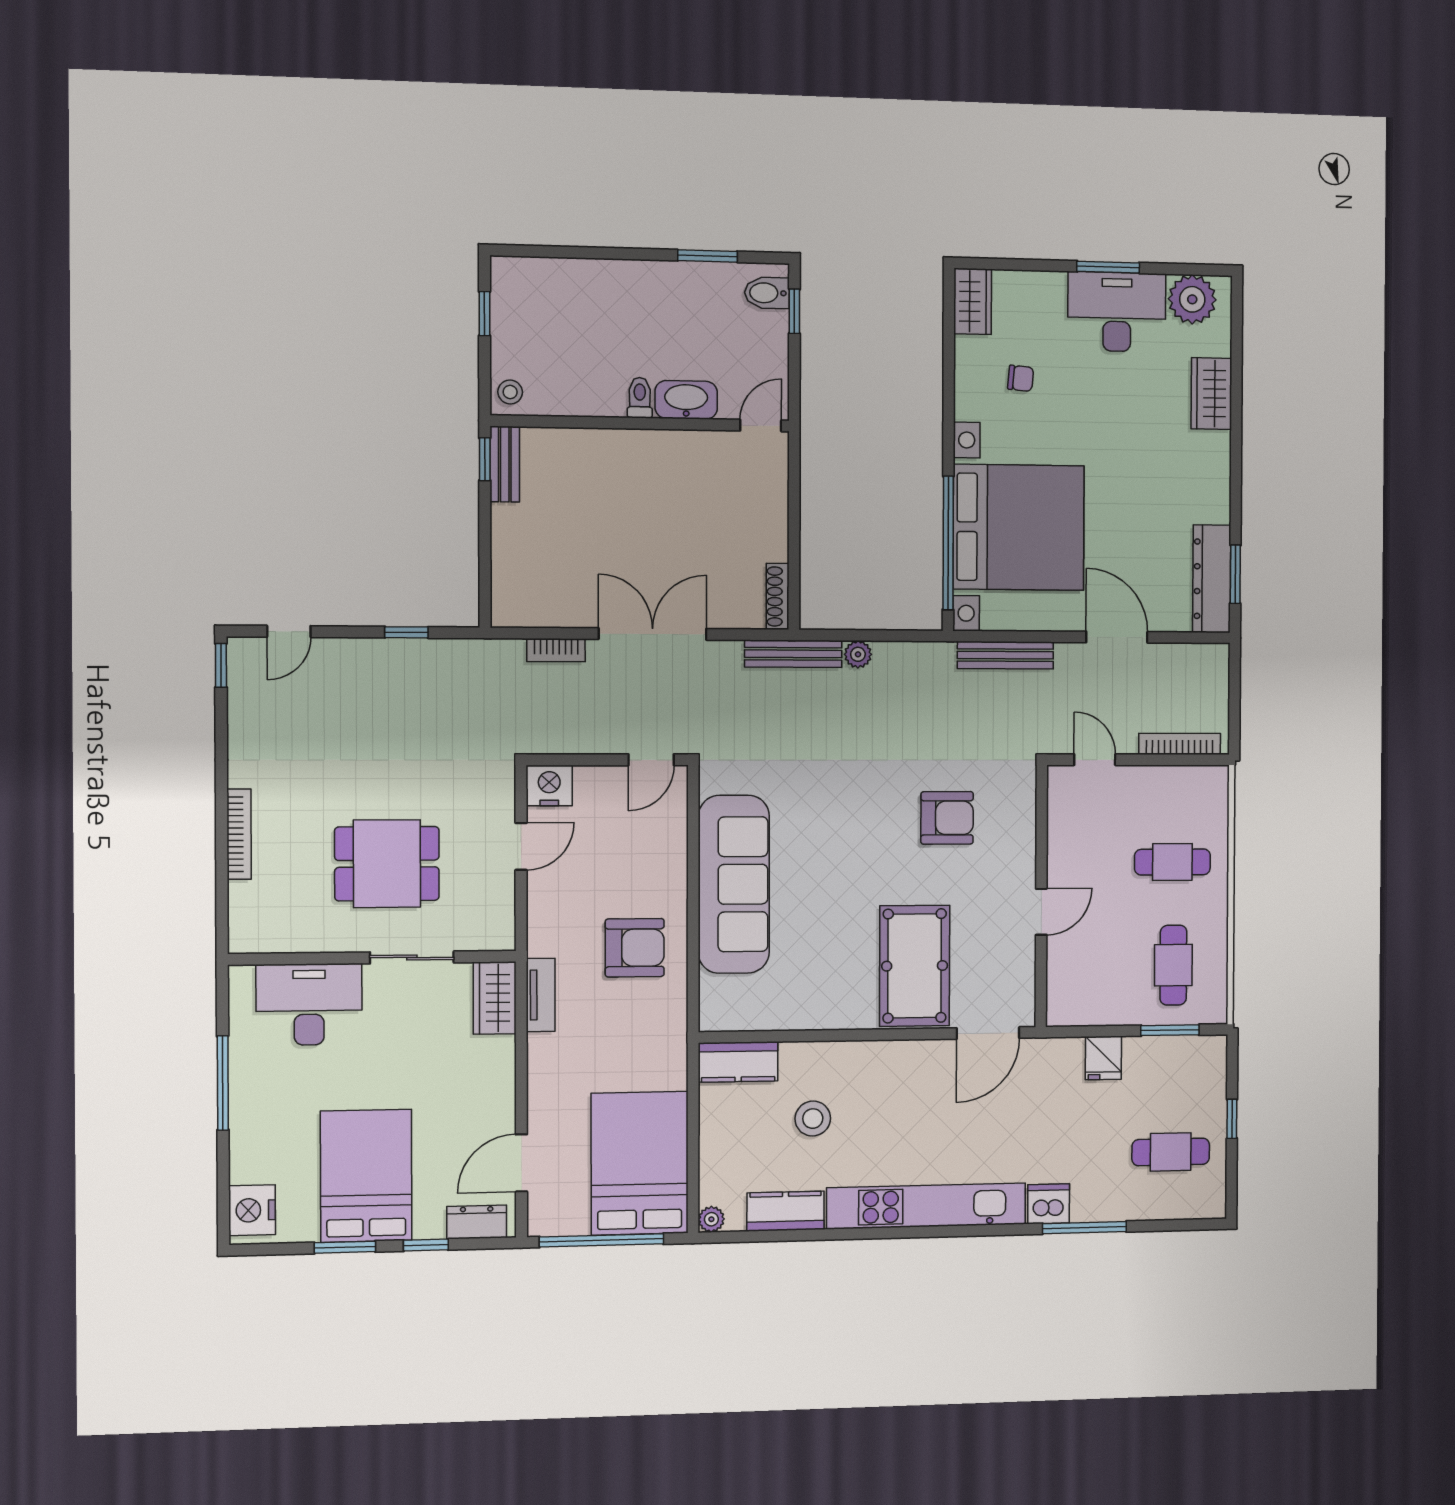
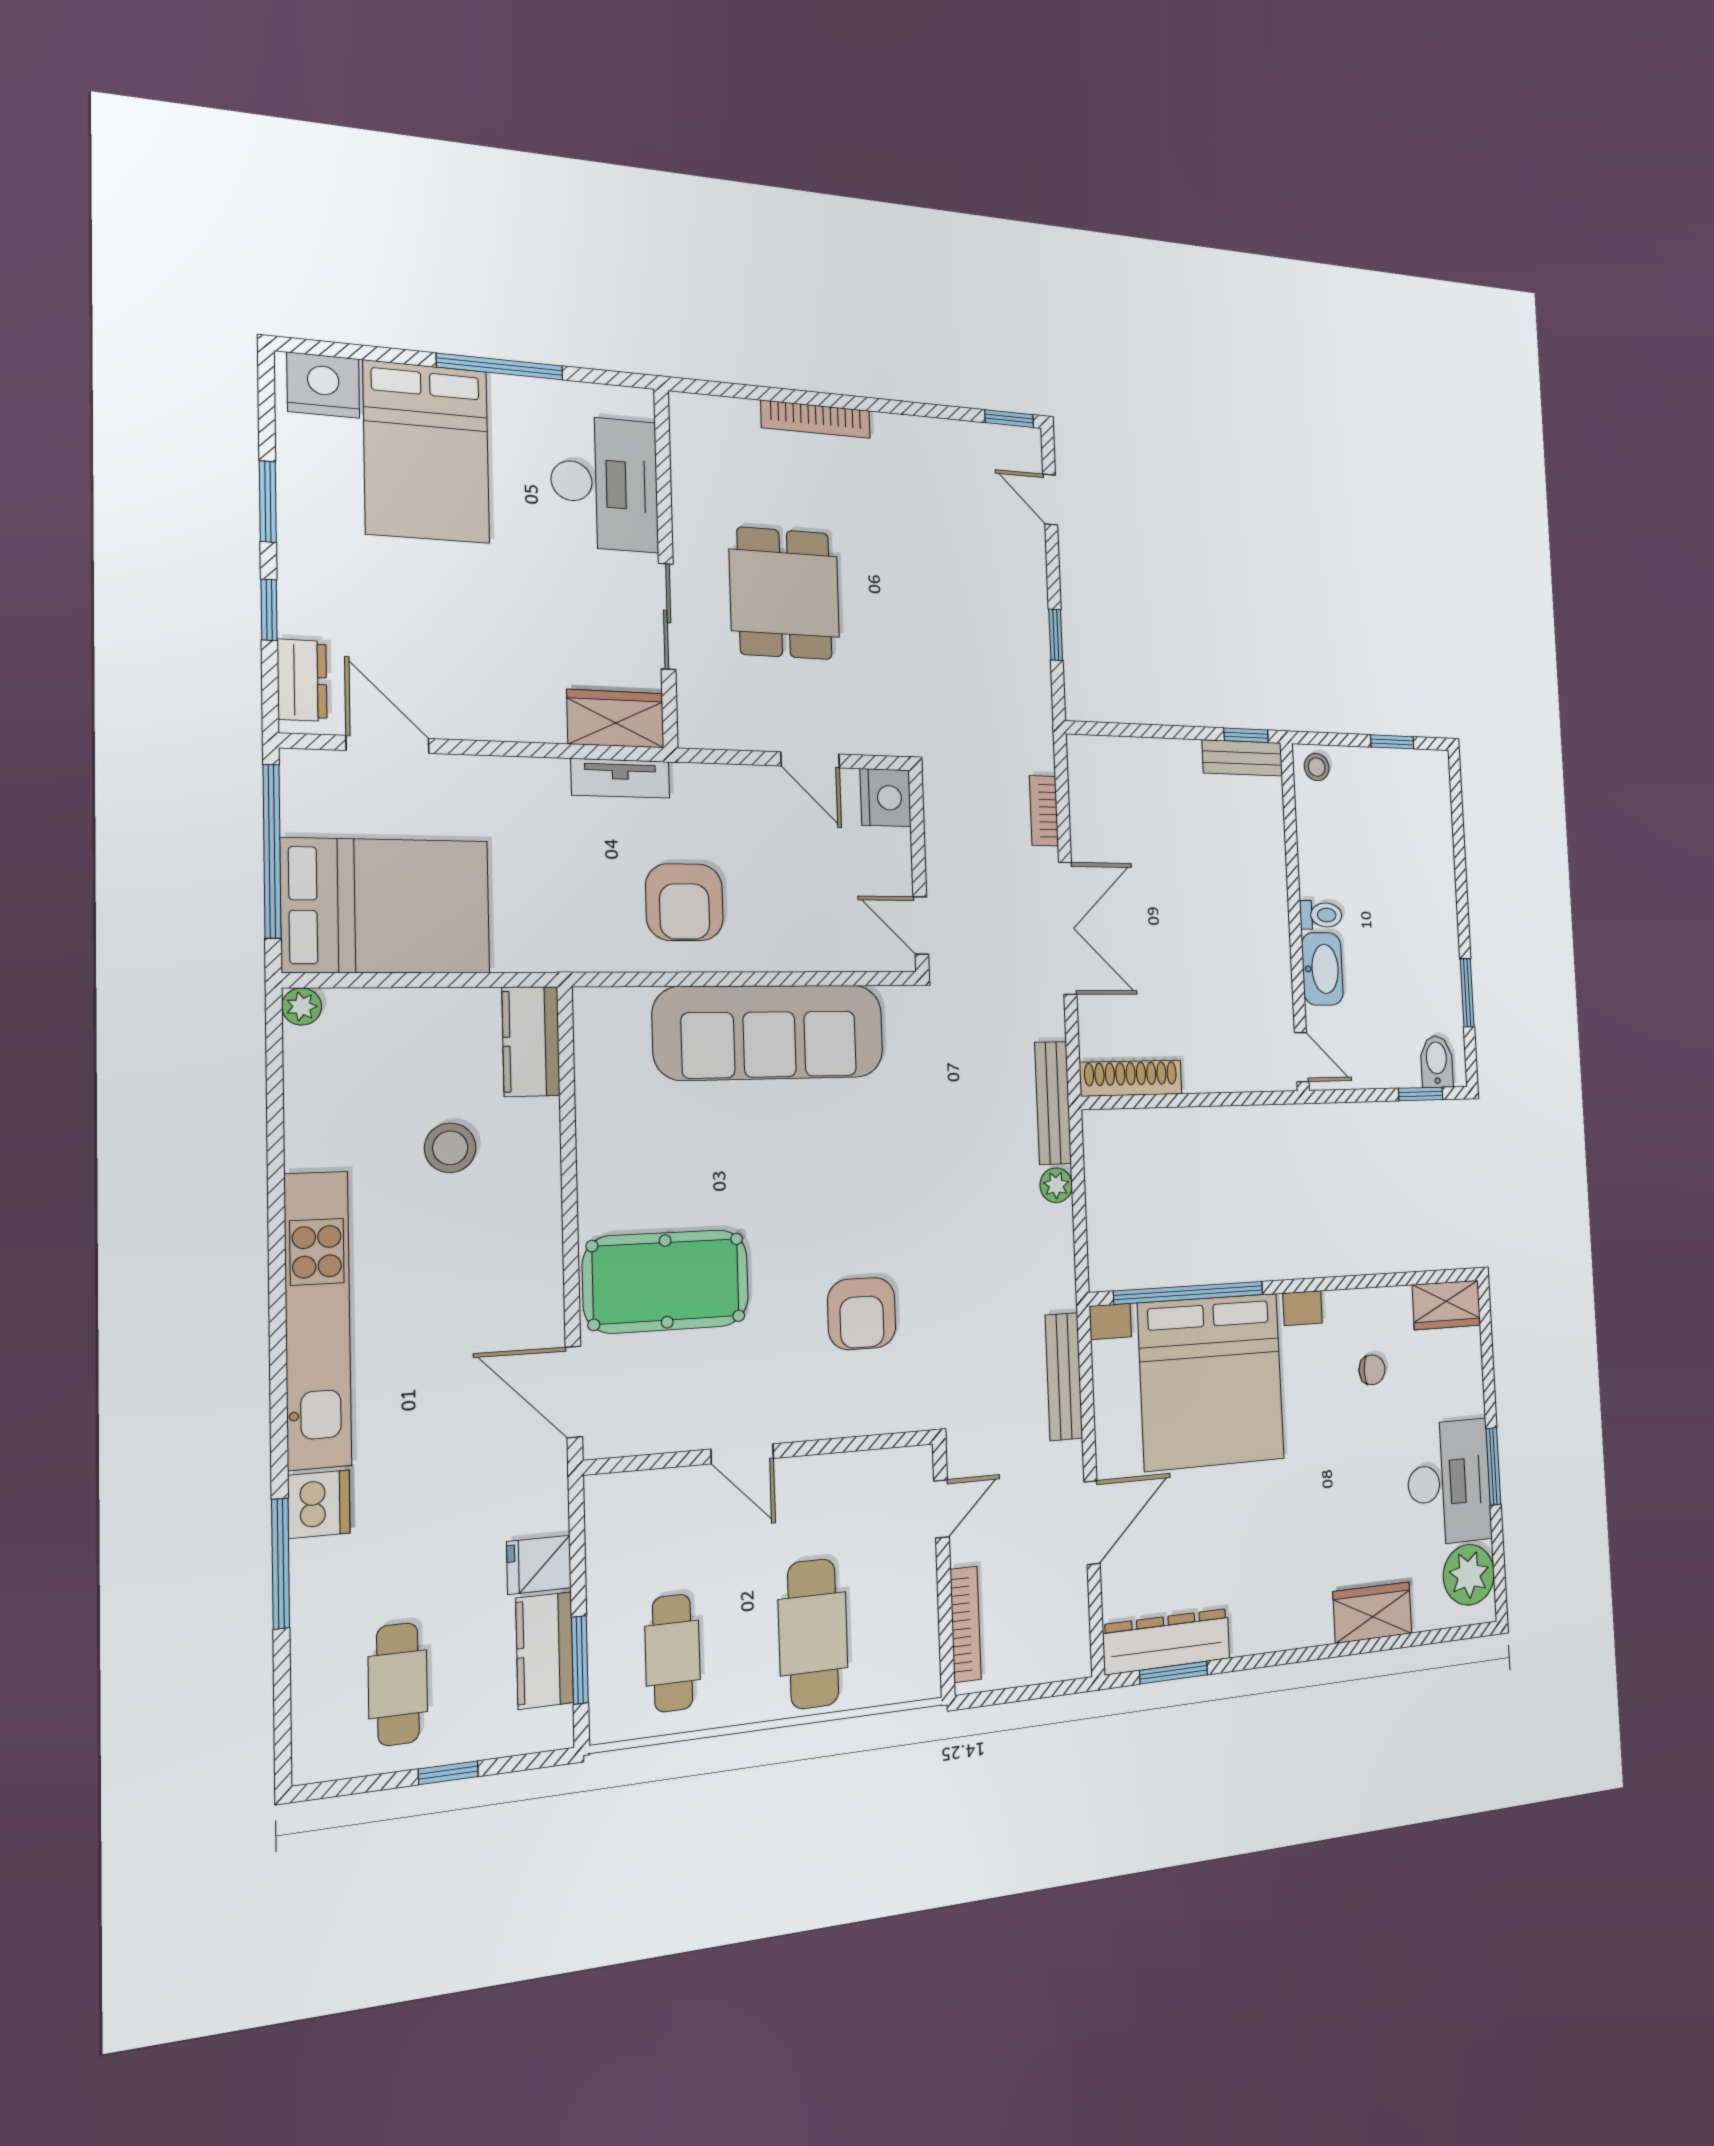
chair: (1021, 378) -> (1372, 1370), turned -95
shoe rack: (778, 596) -> (1131, 1078), width x1.36, depth x1.24
cafe table: (1172, 862) -> (813, 1634), width x1.37, depth x1.35
cafe table: (1173, 965) -> (673, 1653), turned 90
bed: (366, 1176) -> (426, 452), moved, turned 90
kitchen counter: (786, 1211) -> (545, 1650), moved, turned 180

